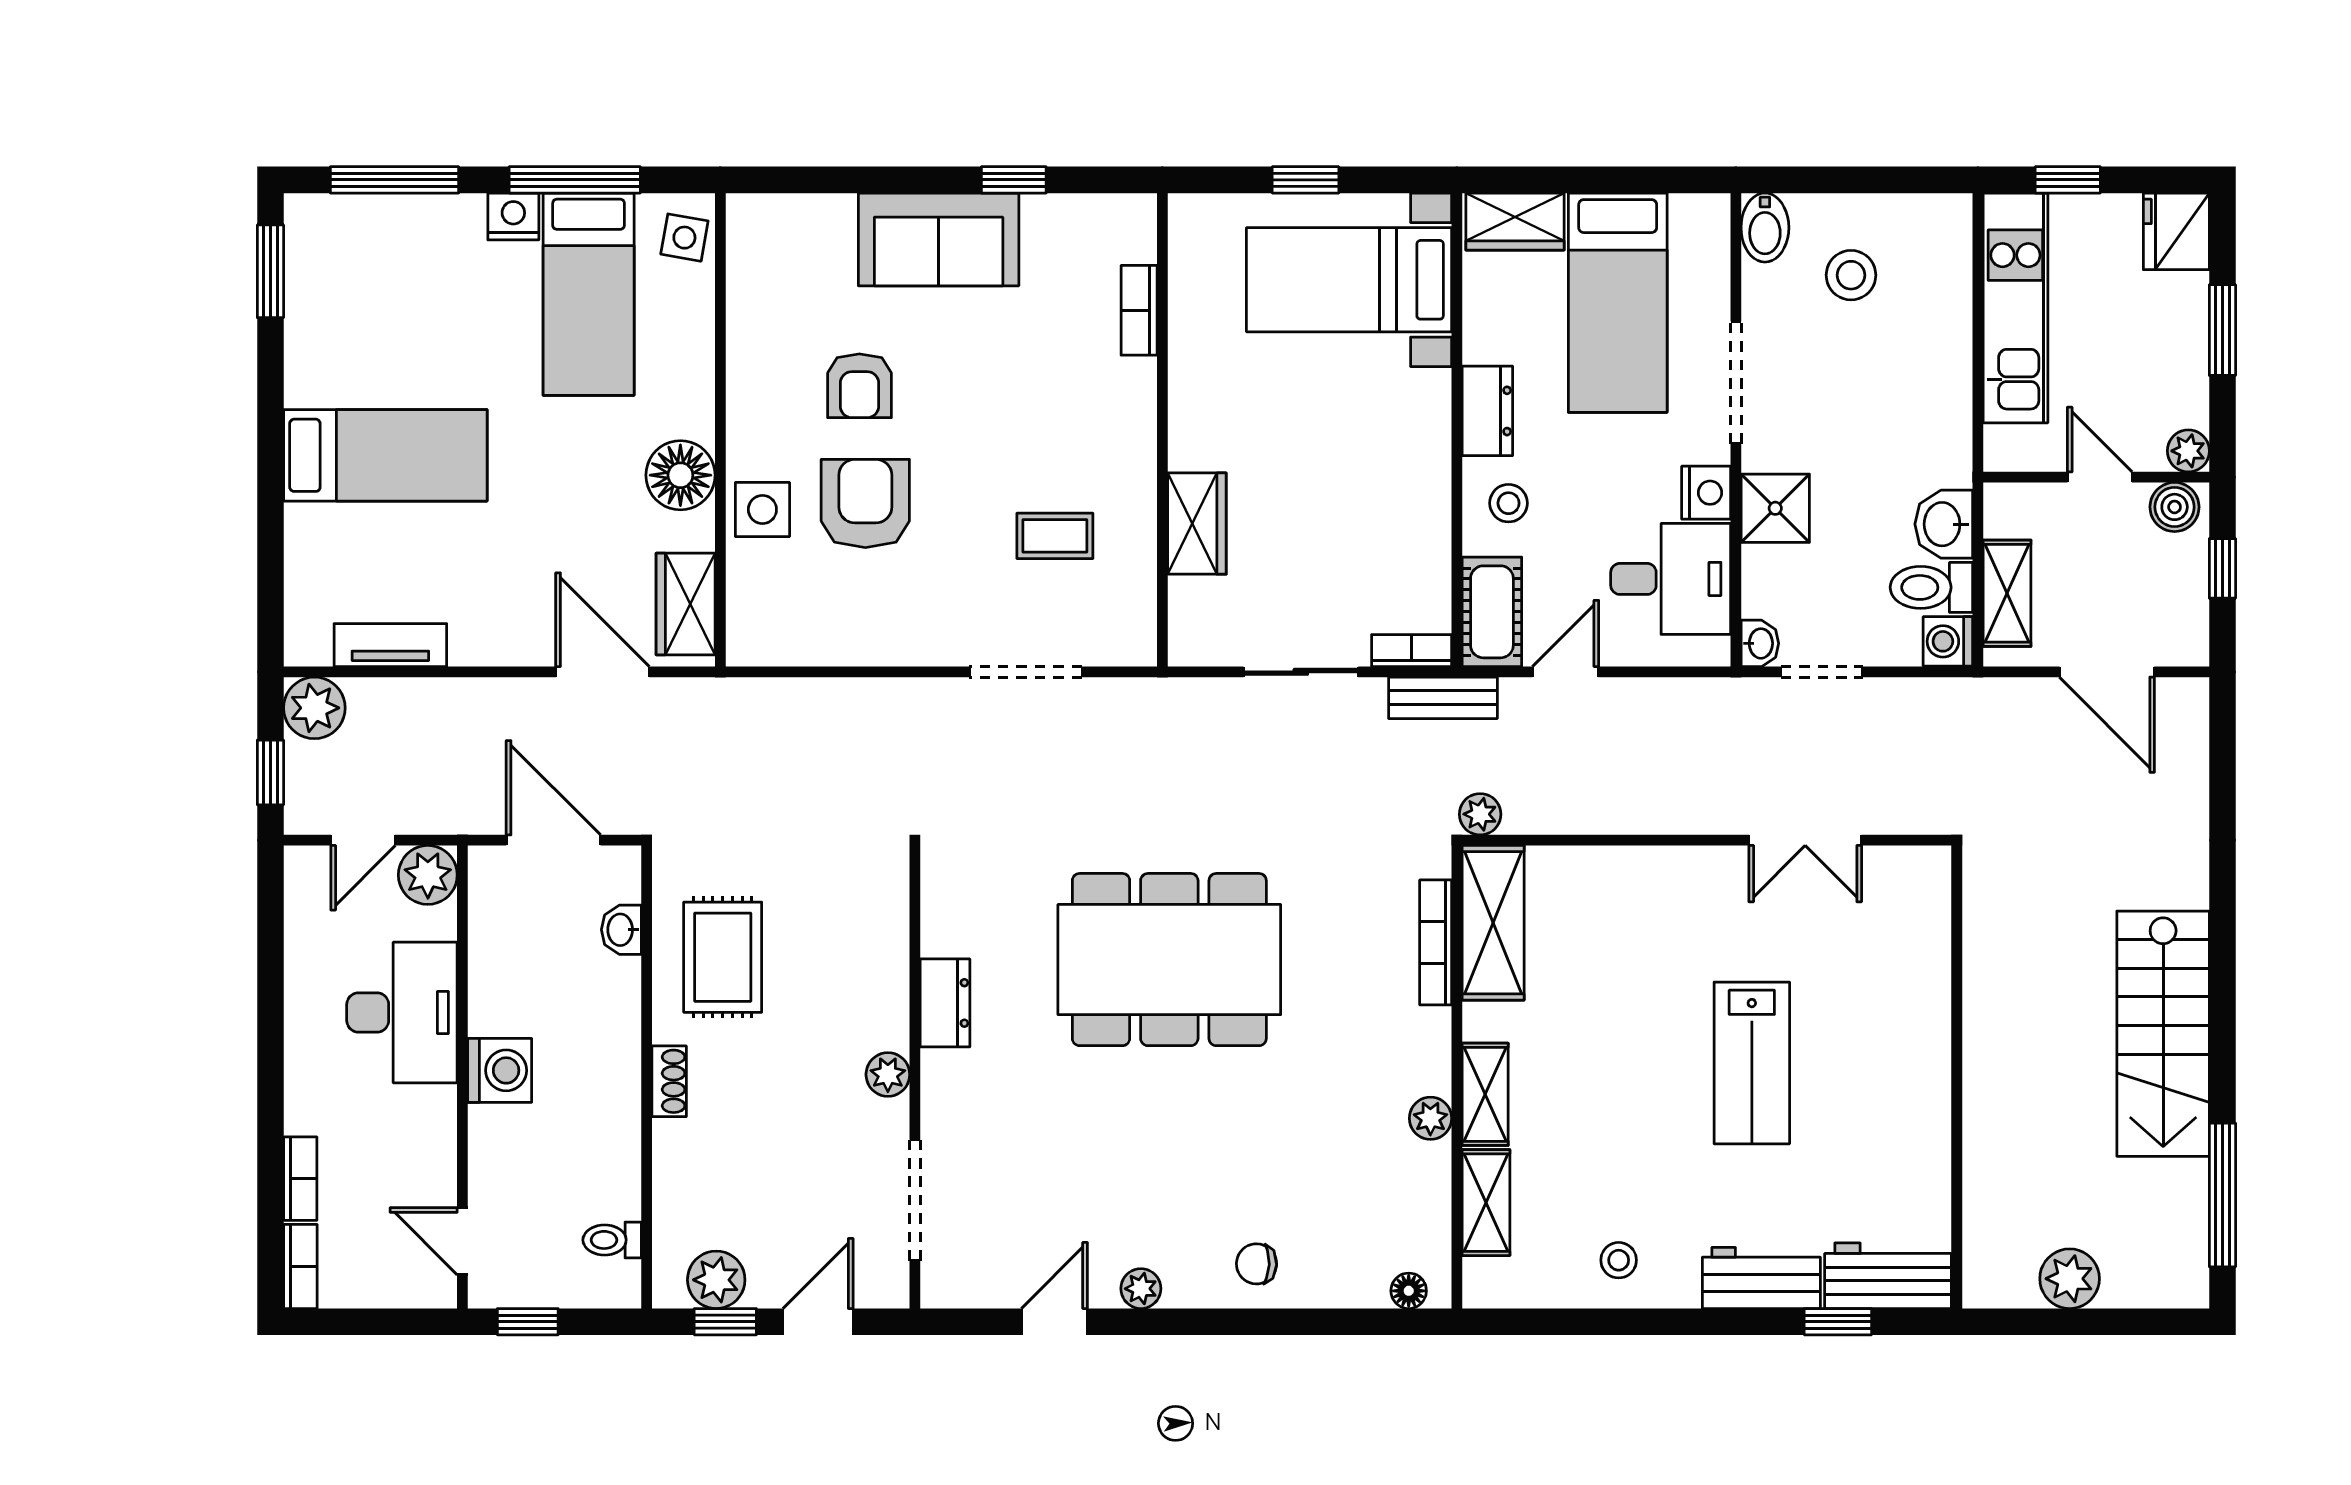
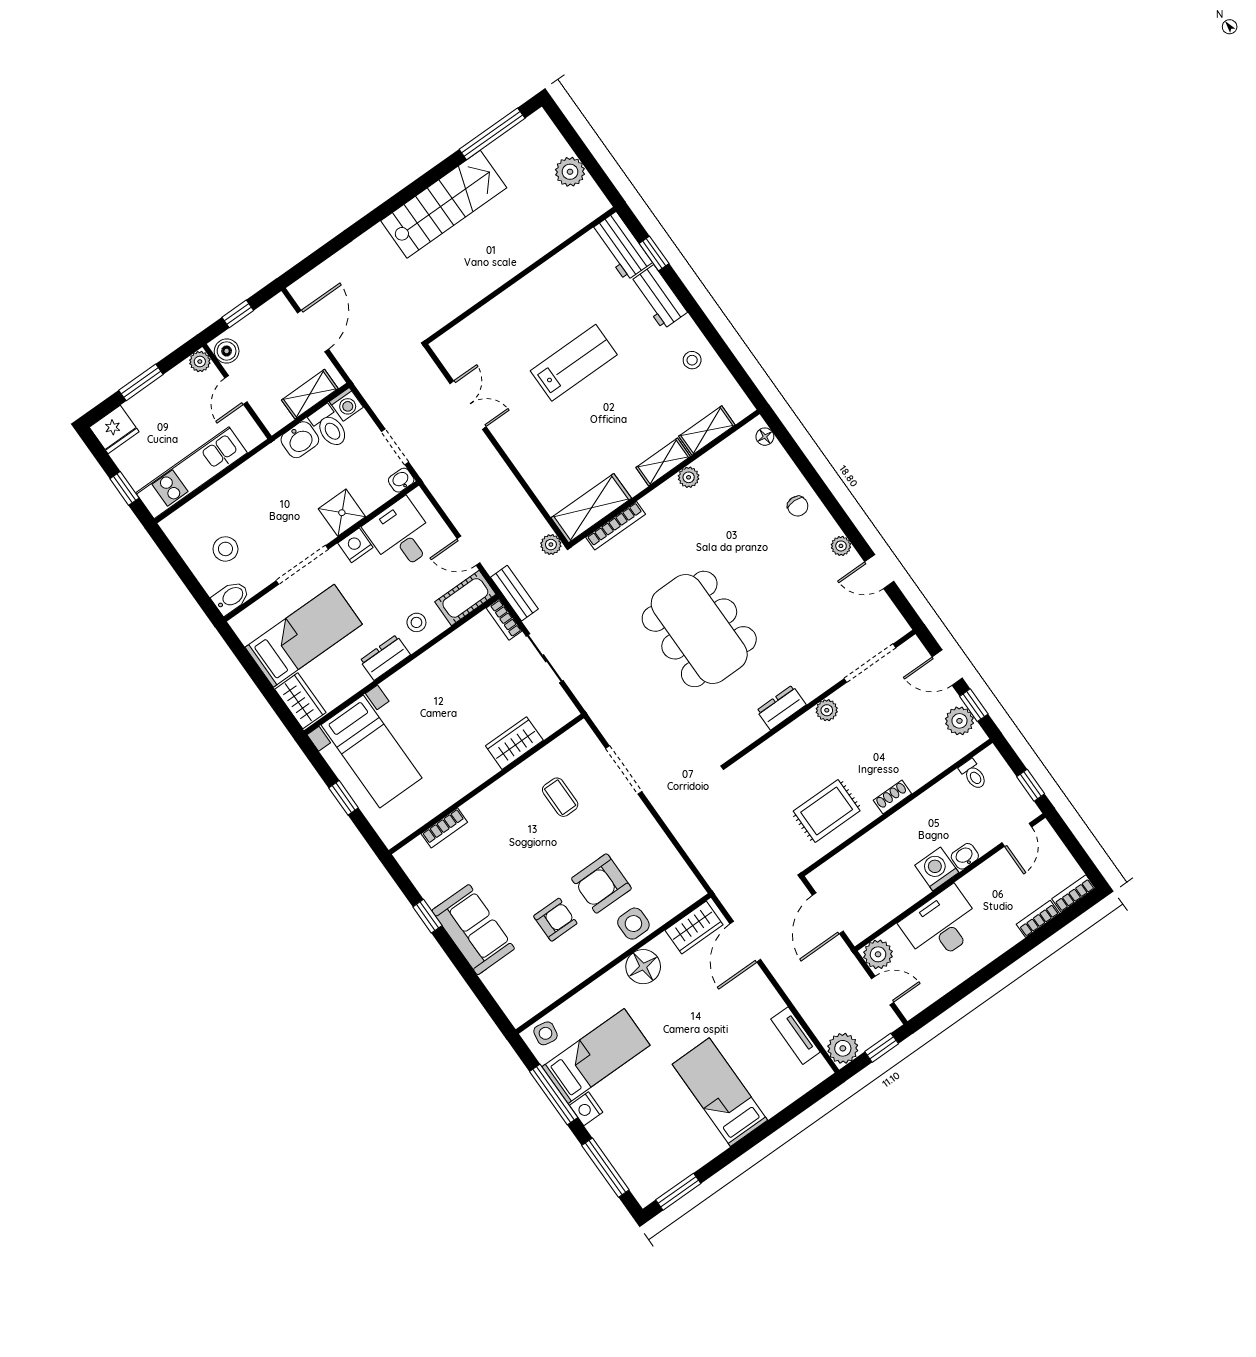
washbasin: (621, 930) -> (965, 856), moved, turned 180

